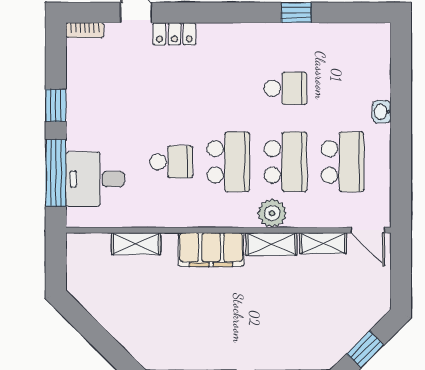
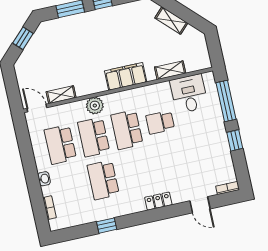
locker: (174, 34) -> (158, 201), moved
bookcase: (383, 63) -> (49, 208), added
school desk: (285, 88) -> (103, 180), width x1.85
desk: (95, 179) -> (189, 94), moved, turned -90
shelving: (271, 244) -> (171, 21), moved, turned 45

